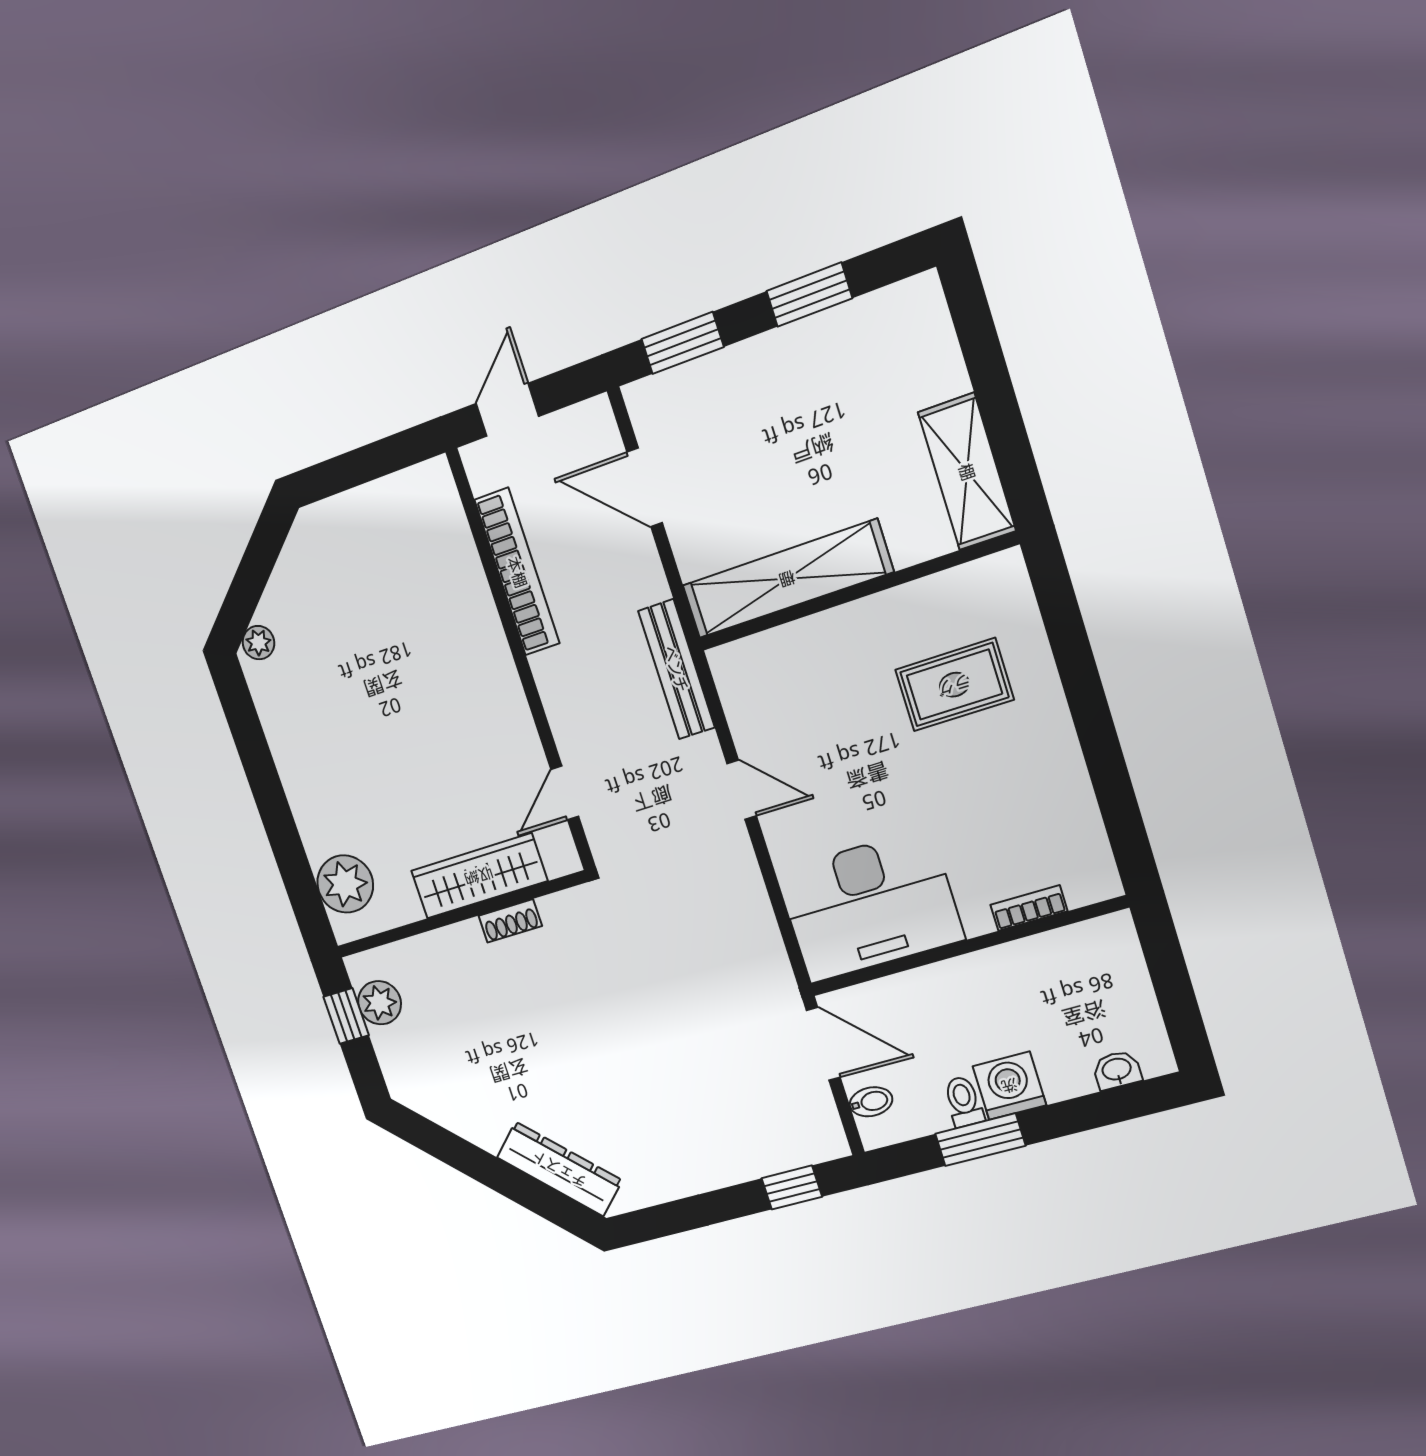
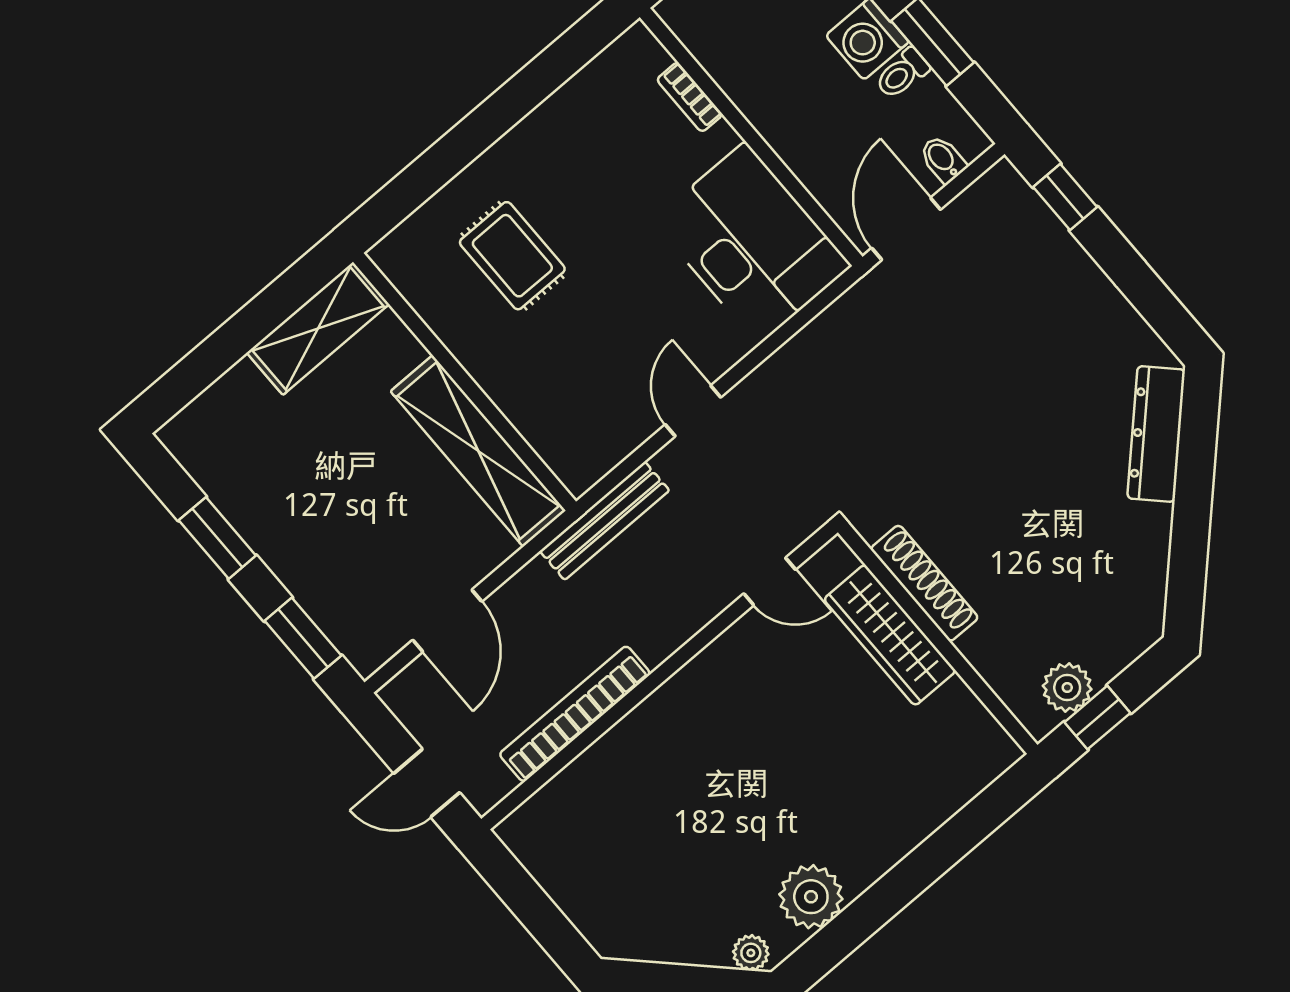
plant: (345, 884) -> (811, 897), moved
shoe rack: (510, 921) -> (924, 583), width x1.94, depth x1.24

